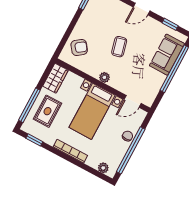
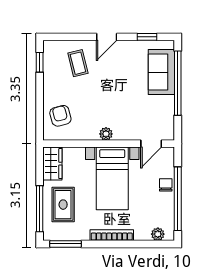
armchair: (79, 47) -> (60, 116), turned -68
coffee table: (119, 47) -> (78, 63), moved
window: (34, 140) -> (66, 244), width x1.50

